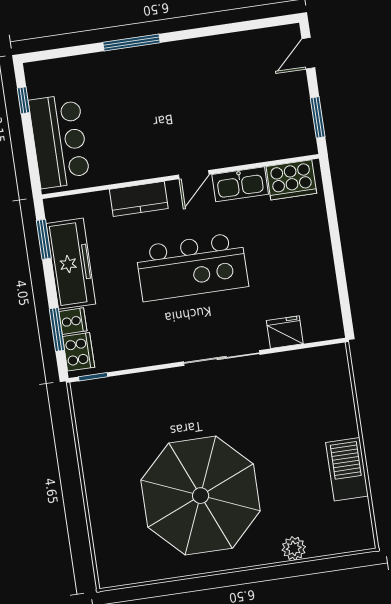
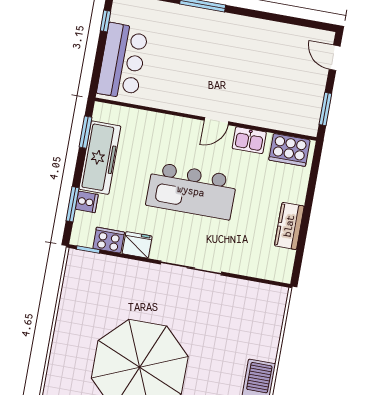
door: (308, 53) -> (335, 58), hinge flipped
kitchen sink: (240, 184) -> (249, 140), width x0.73
kitchen counter: (139, 199) -> (289, 226), moved, turned 90
fridge: (285, 332) -> (137, 245), moved
cooker: (79, 352) -> (109, 240), moved, turned -90

